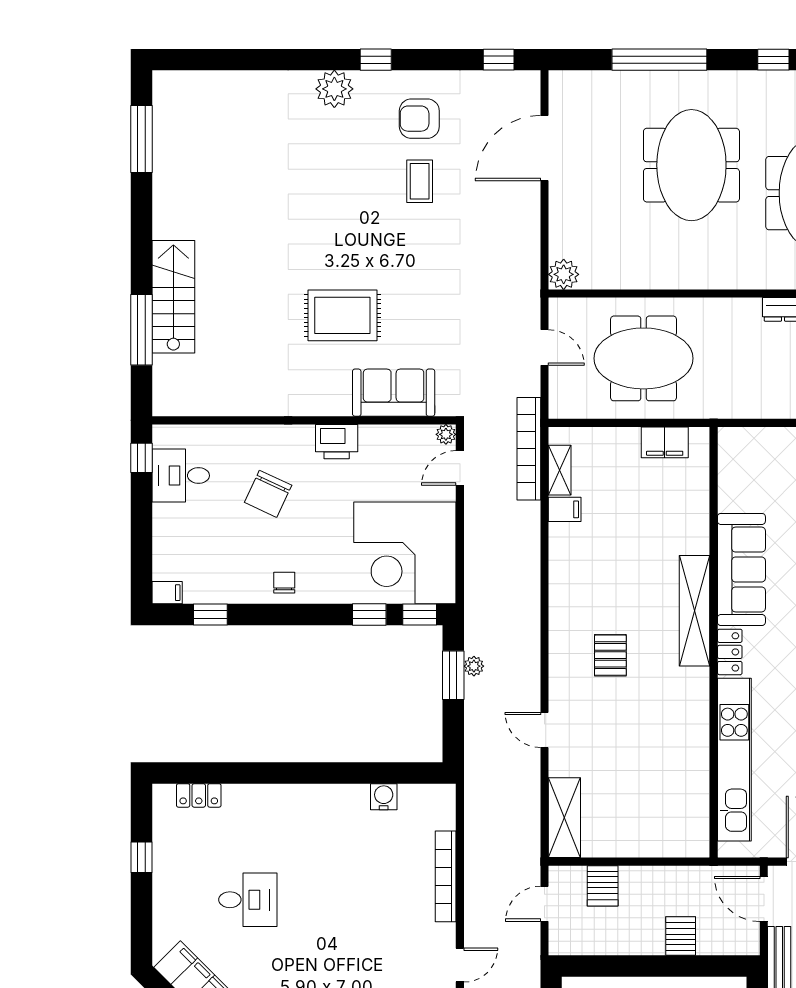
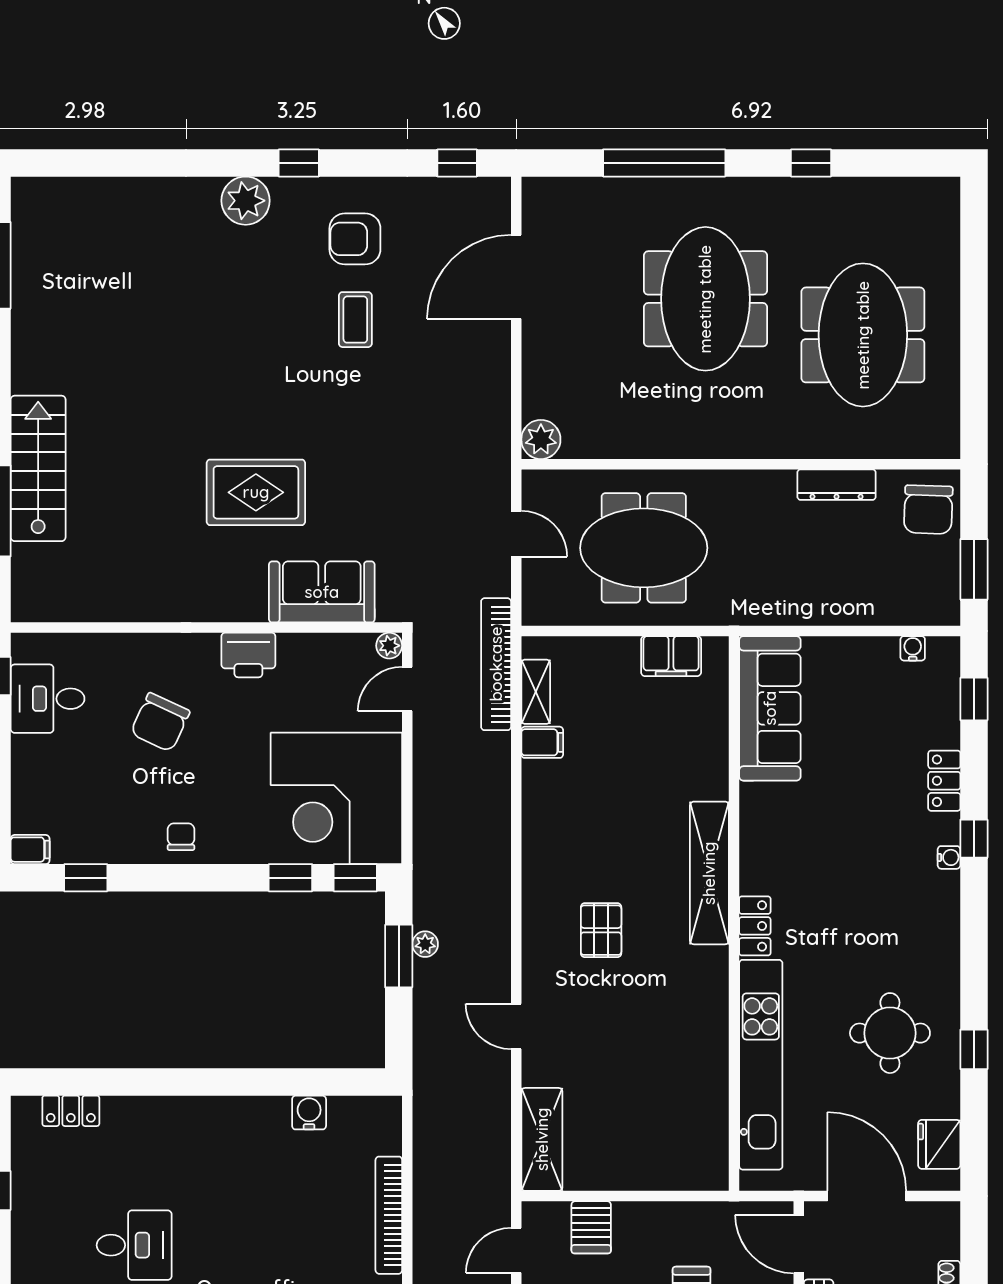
sofa: (741, 569) -> (770, 708), moved

